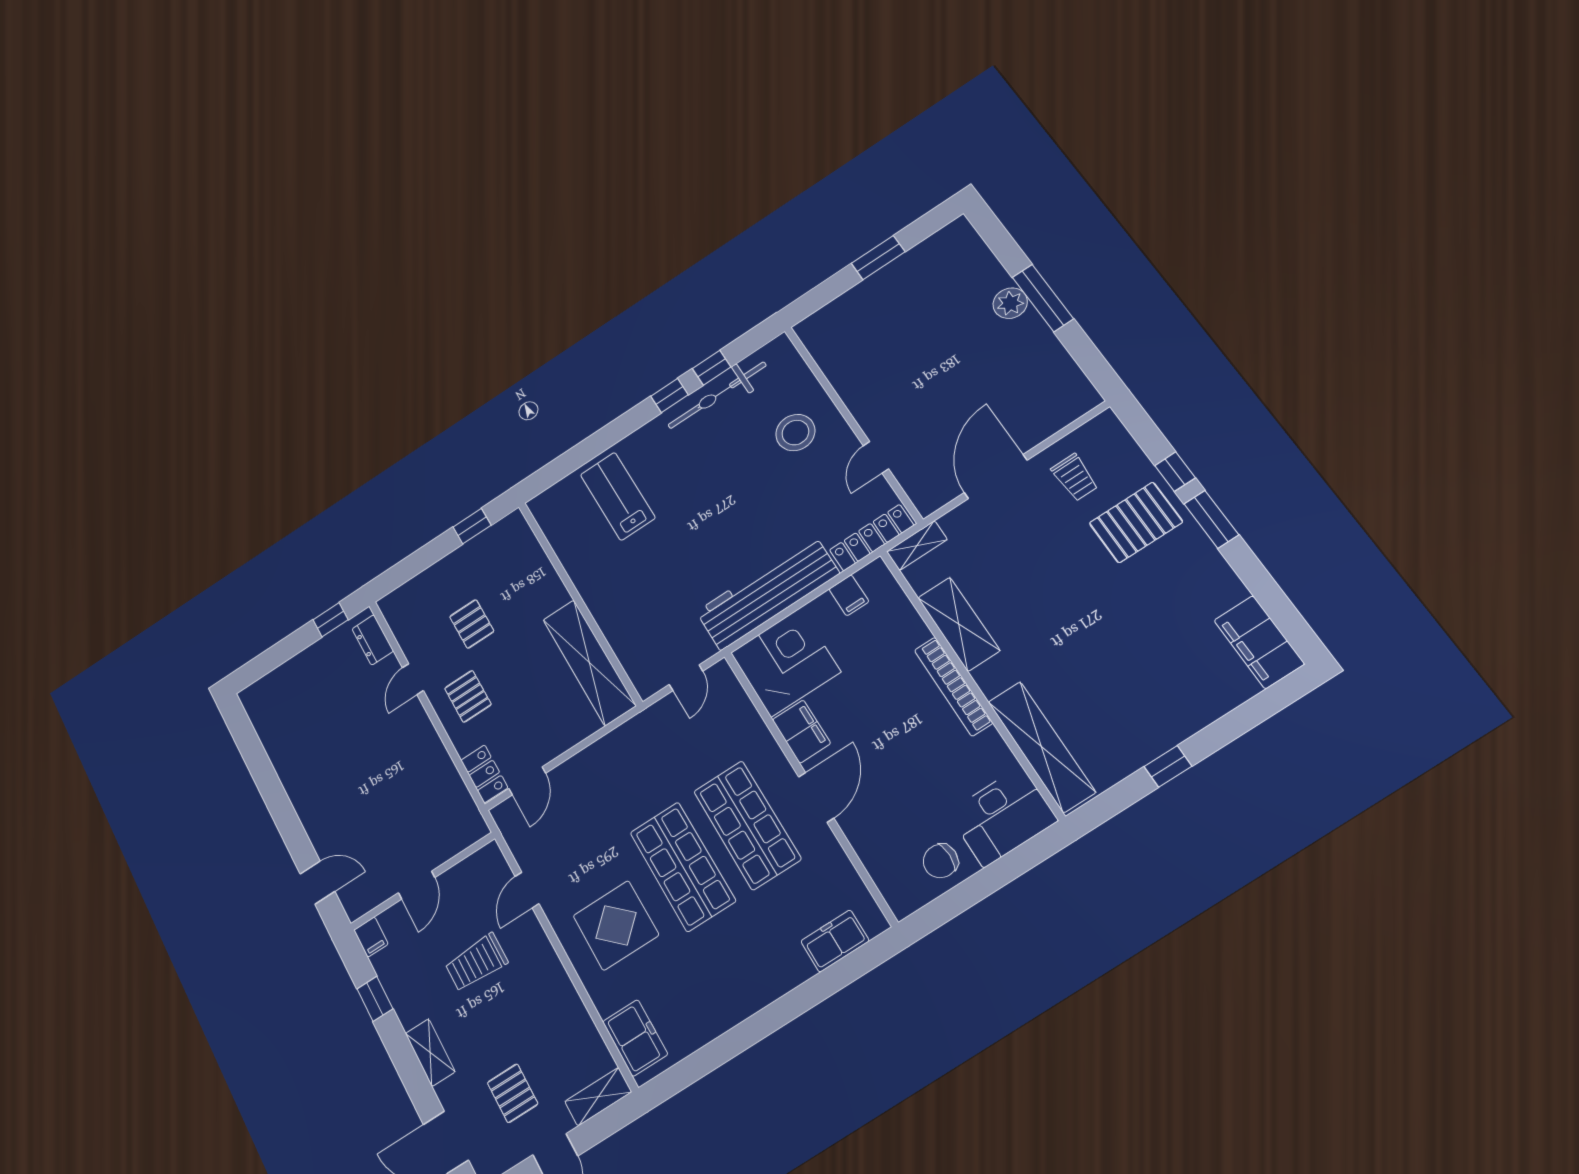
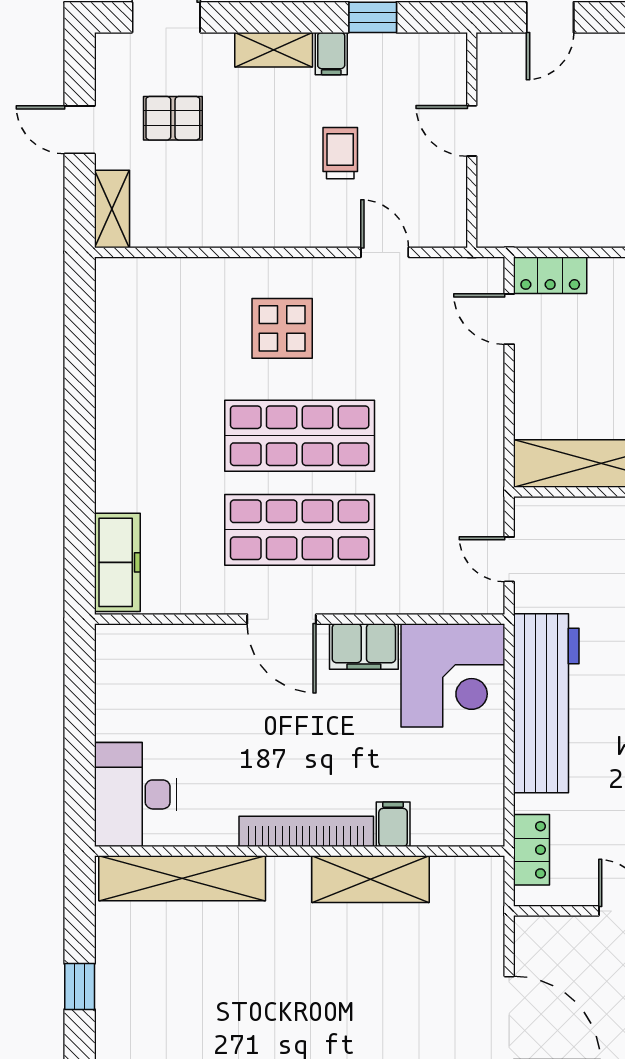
locker: (872, 538) -> (532, 850), width x0.66
shelving: (917, 546) -> (489, 891), removed
filing cabinet: (849, 595) -> (393, 824), moved, turned 90
chair: (941, 861) -> (131, 705), removed
display table: (616, 925) -> (282, 328), width x0.73, depth x0.73
filing cabinet: (371, 937) -> (331, 54), moved, turned -90
freezer: (835, 941) -> (117, 562), width x1.40
trolley: (476, 962) -> (340, 153), width x0.73, depth x0.72
freezer: (635, 1038) -> (149, 282), removed

